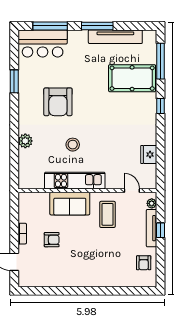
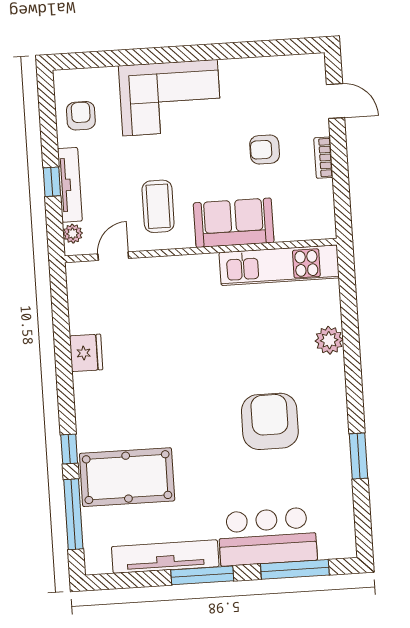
bar counter: (43, 43) -> (267, 537), moved
window: (160, 106) -> (69, 449), moved
stool: (73, 145) -> (235, 339), removed
fridge: (149, 154) -> (86, 353), moved
kitchen unit: (75, 181) -> (279, 265), moved
door: (132, 191) -> (113, 256), swing flipped
corner sofa: (98, 269) -> (170, 98), added

